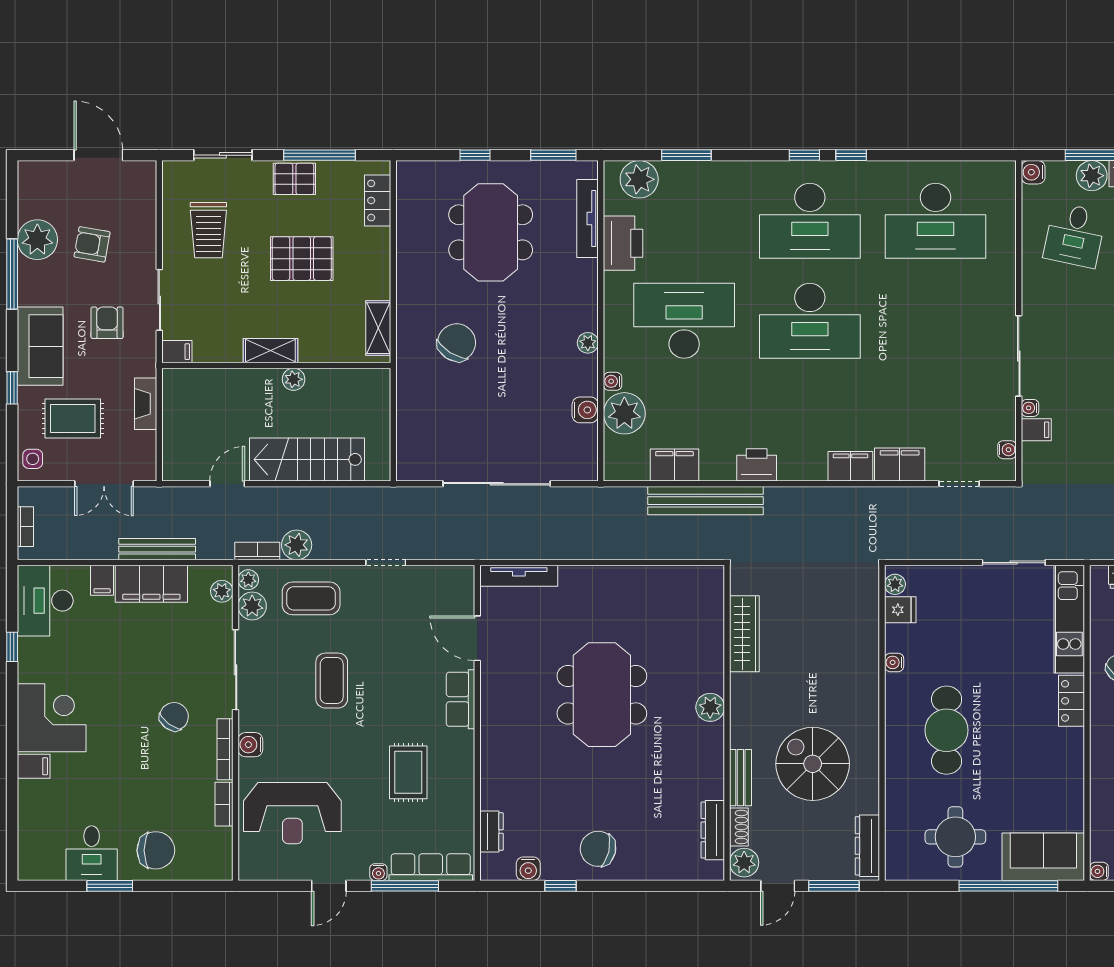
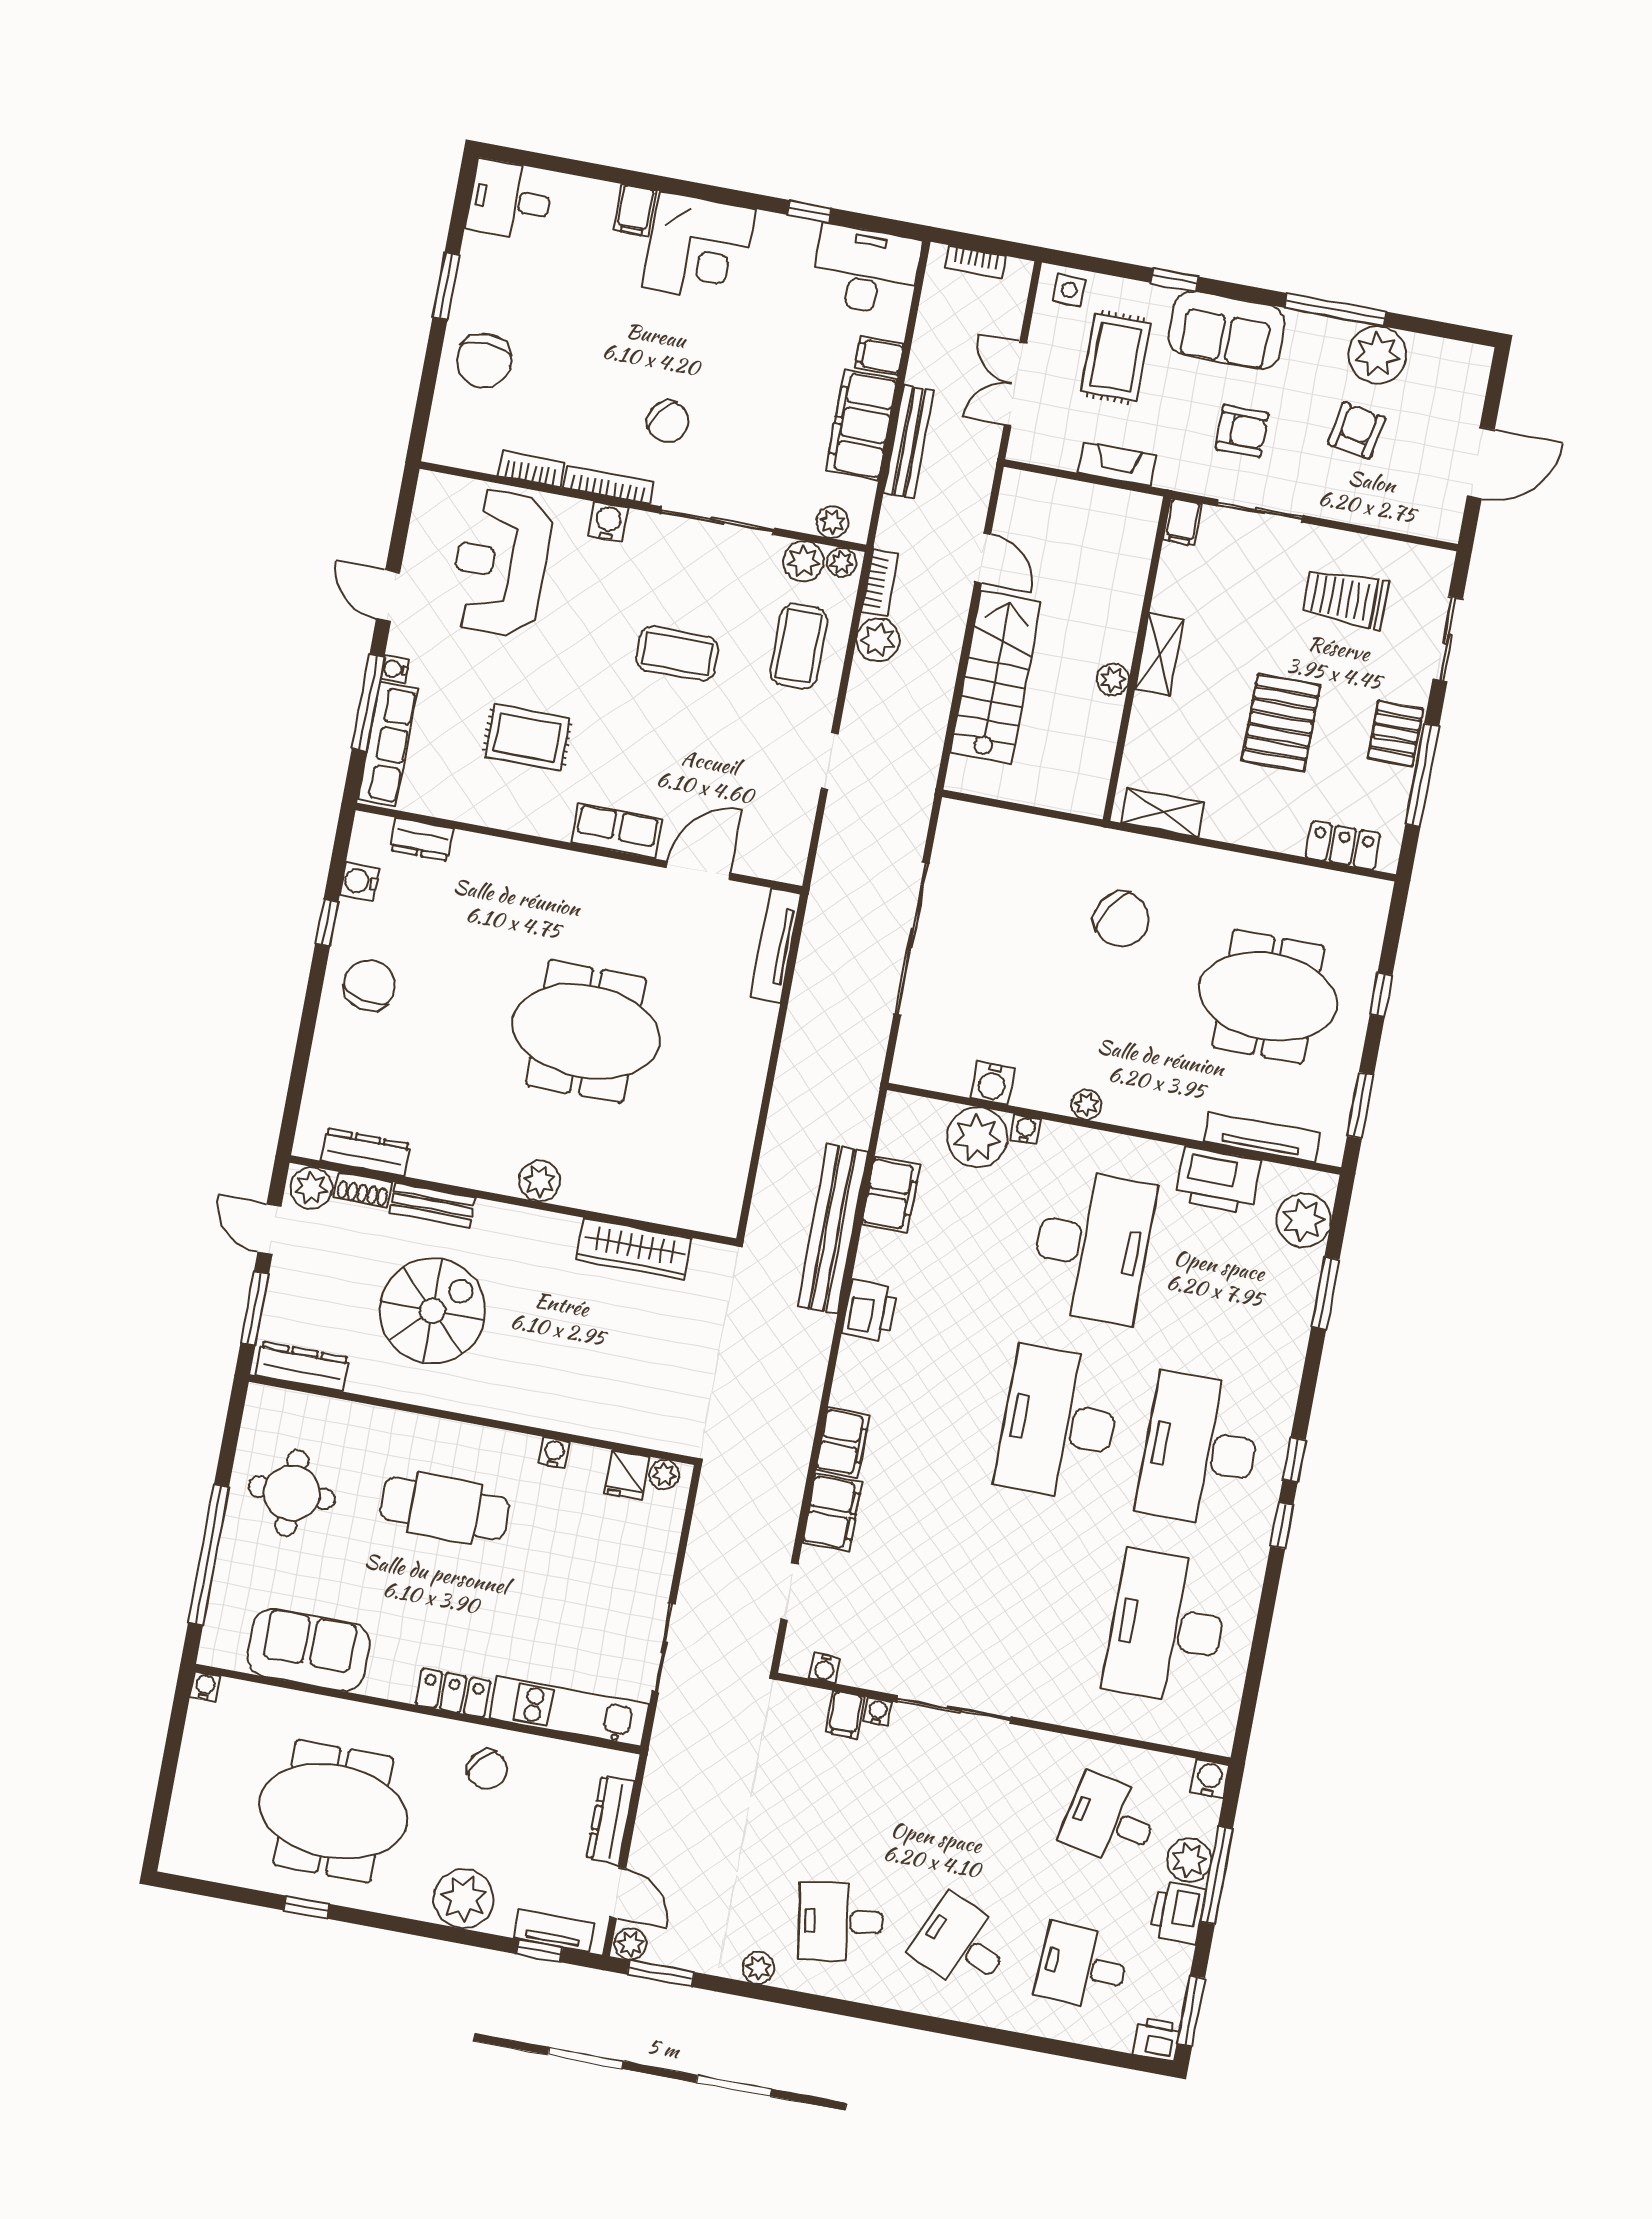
desk: (92, 853) -> (510, 200), moved
sofa: (1043, 857) -> (308, 1650), moved, turned -90

